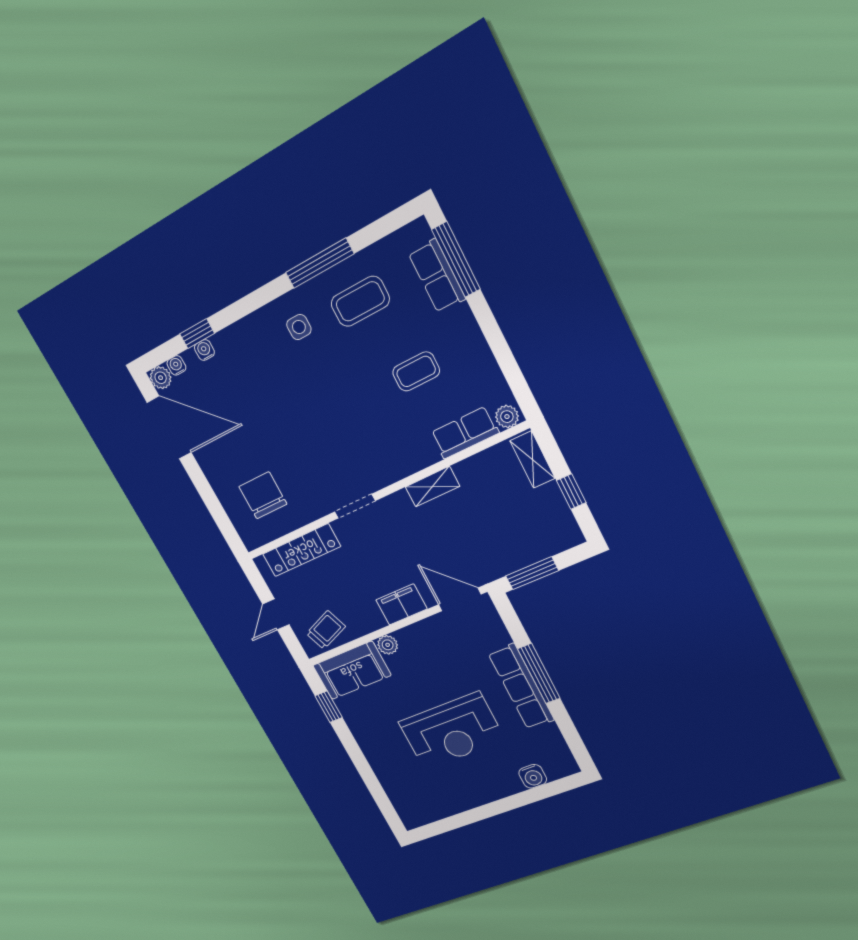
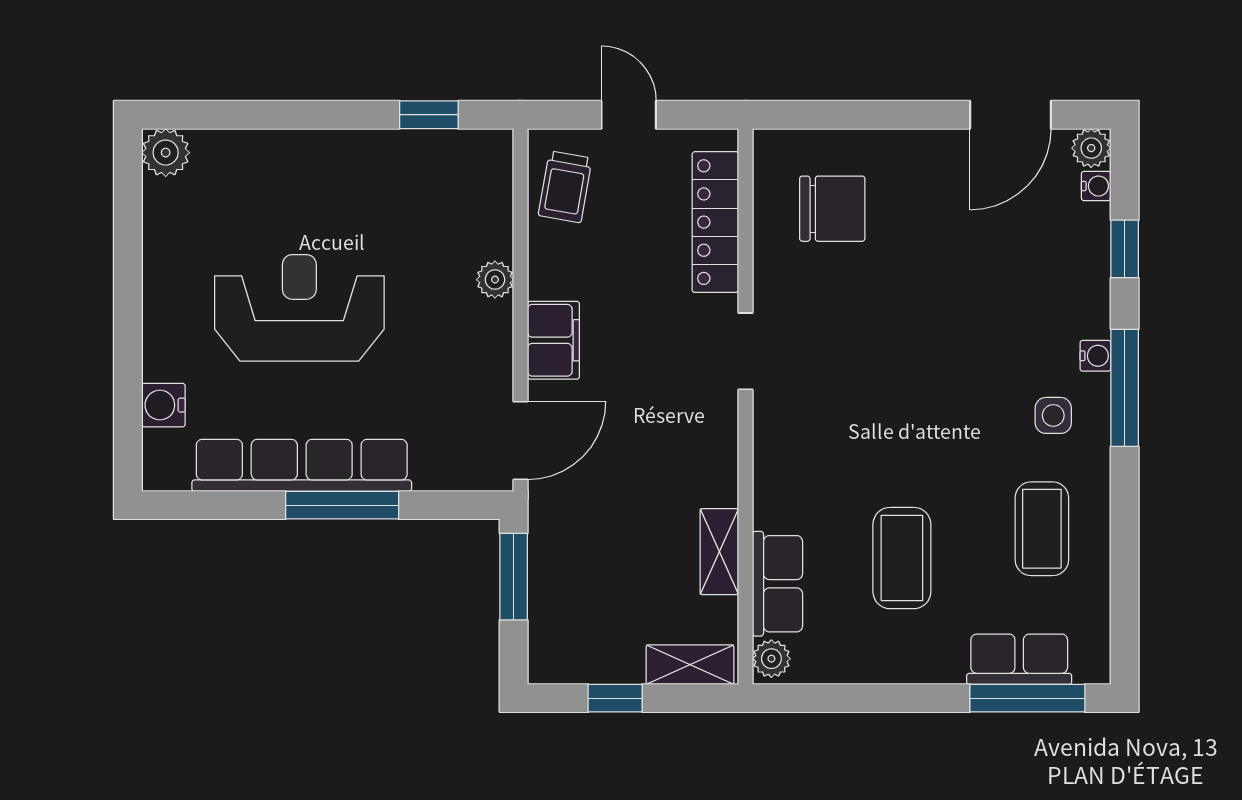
window: (320, 263) -> (1125, 388), moved
water cooler: (204, 350) -> (1095, 356), moved
coffee table: (416, 371) -> (902, 558), width x1.36, depth x1.30
door: (169, 428) -> (1011, 115), width x0.73
shelving: (432, 487) -> (719, 552), moved
trolley: (326, 630) -> (565, 187), turned 31
sofa: (352, 670) -> (476, 193), removed
row of seats: (521, 687) -> (302, 465), width x1.36
reception desk: (451, 731) -> (299, 308), turned 90
plant: (412, 817) -> (166, 153), added

